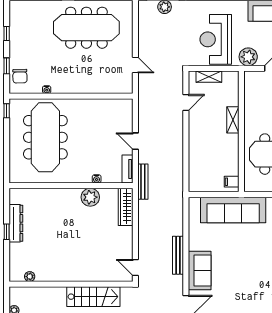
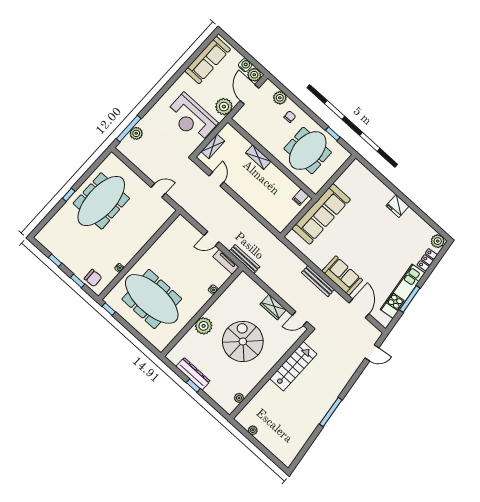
plant: (90, 197) -> (204, 326), moved
wardrobe: (126, 207) -> (273, 307), moved, width x0.67
spiral stairs: (77, 239) -> (243, 342), added

